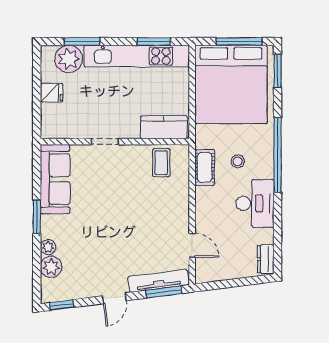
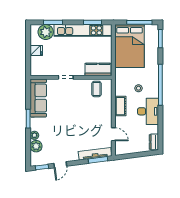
bed: (231, 84) -> (130, 46), width x0.73
cot: (205, 167) -> (120, 106), moved
door: (114, 298) -> (60, 165), moved

